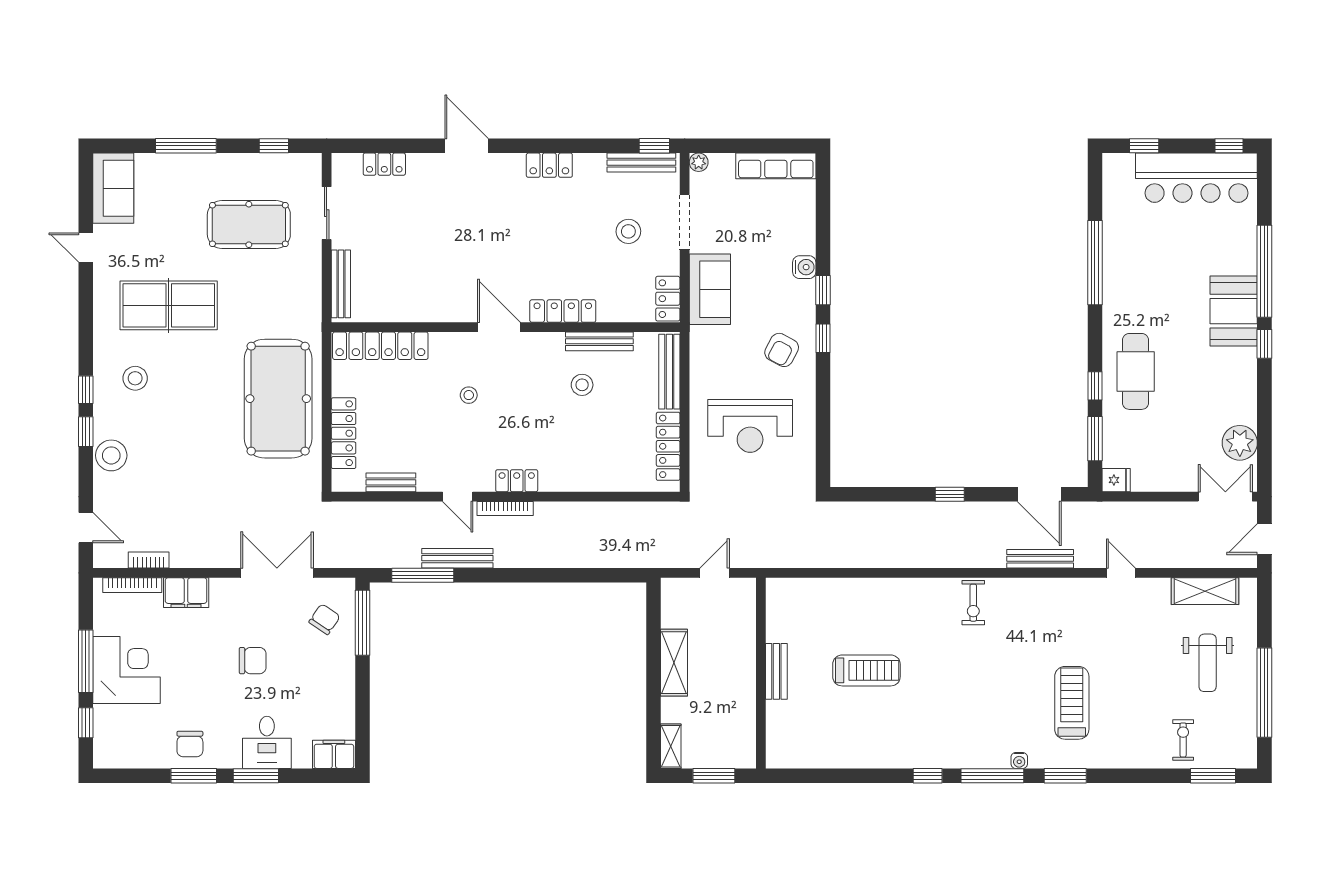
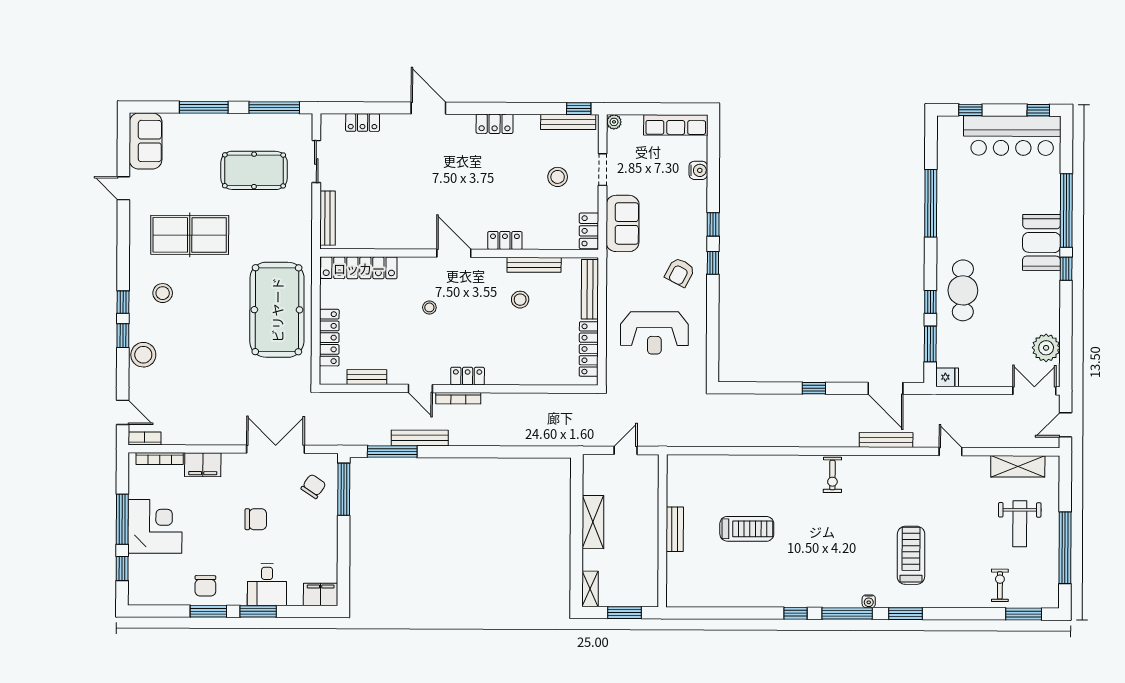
window: (274, 146) -> (274, 108), width x2.17
doorway: (685, 222) -> (603, 170), width x0.73
water cooler: (804, 267) -> (698, 170), moved
locker: (563, 311) -> (505, 240), width x0.66
bookcase: (149, 560) -> (145, 438), moved

